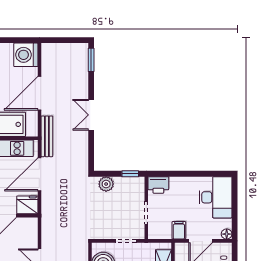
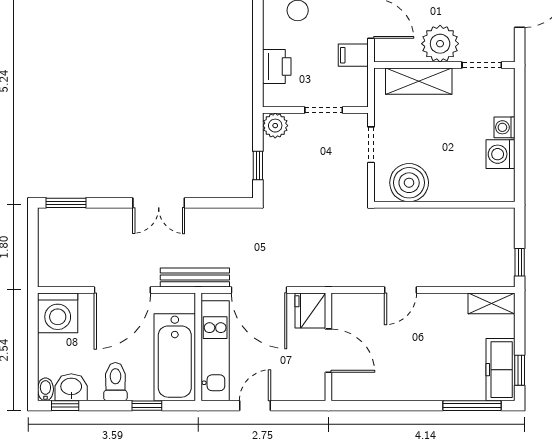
door: (39, 93) -> (122, 290), hinge flipped
window: (130, 174) -> (258, 166), moved
plant: (106, 184) -> (275, 126), moved
printer: (158, 185) -> (277, 66), moved

